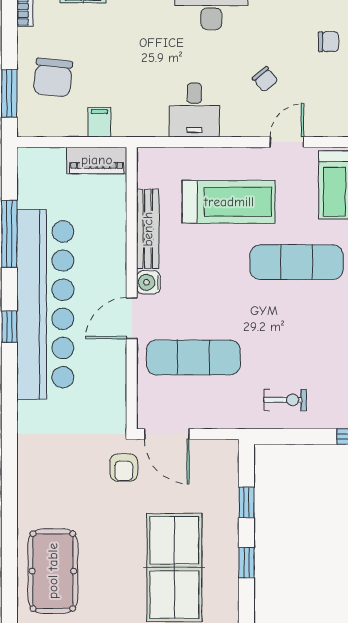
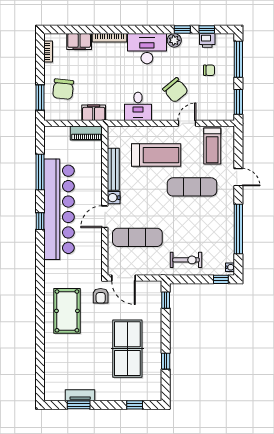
chair: (265, 79) -> (175, 90), width x1.87, depth x1.87
filing cabinet: (99, 122) -> (94, 113), width x2.00
exercise bike: (285, 400) -> (186, 260), width x1.38, depth x1.39
window: (246, 503) -> (166, 300), moved
window: (246, 563) -> (166, 361), moved
pool table: (53, 571) -> (67, 311), moved

